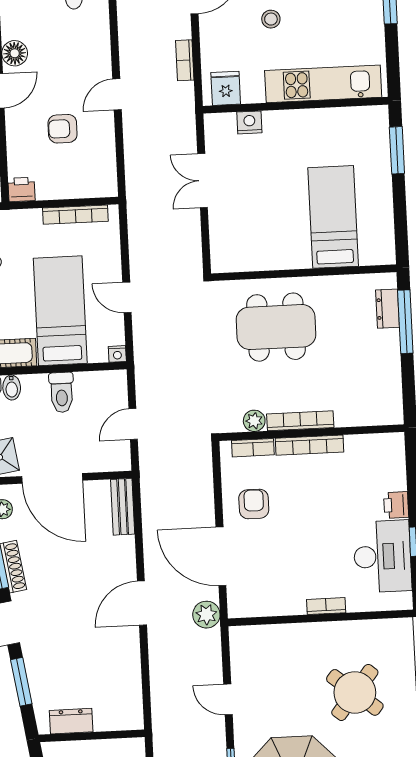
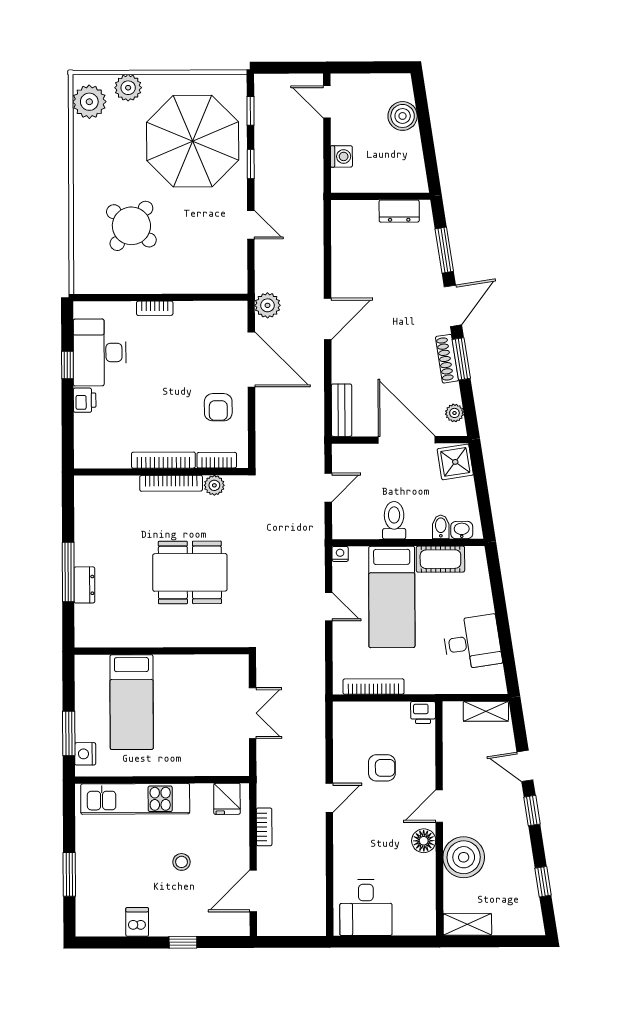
nightstand: (249, 122) -> (85, 754), moved, turned 90
bed: (333, 217) -> (132, 702), moved
wall: (304, 273) -> (162, 651), moved

